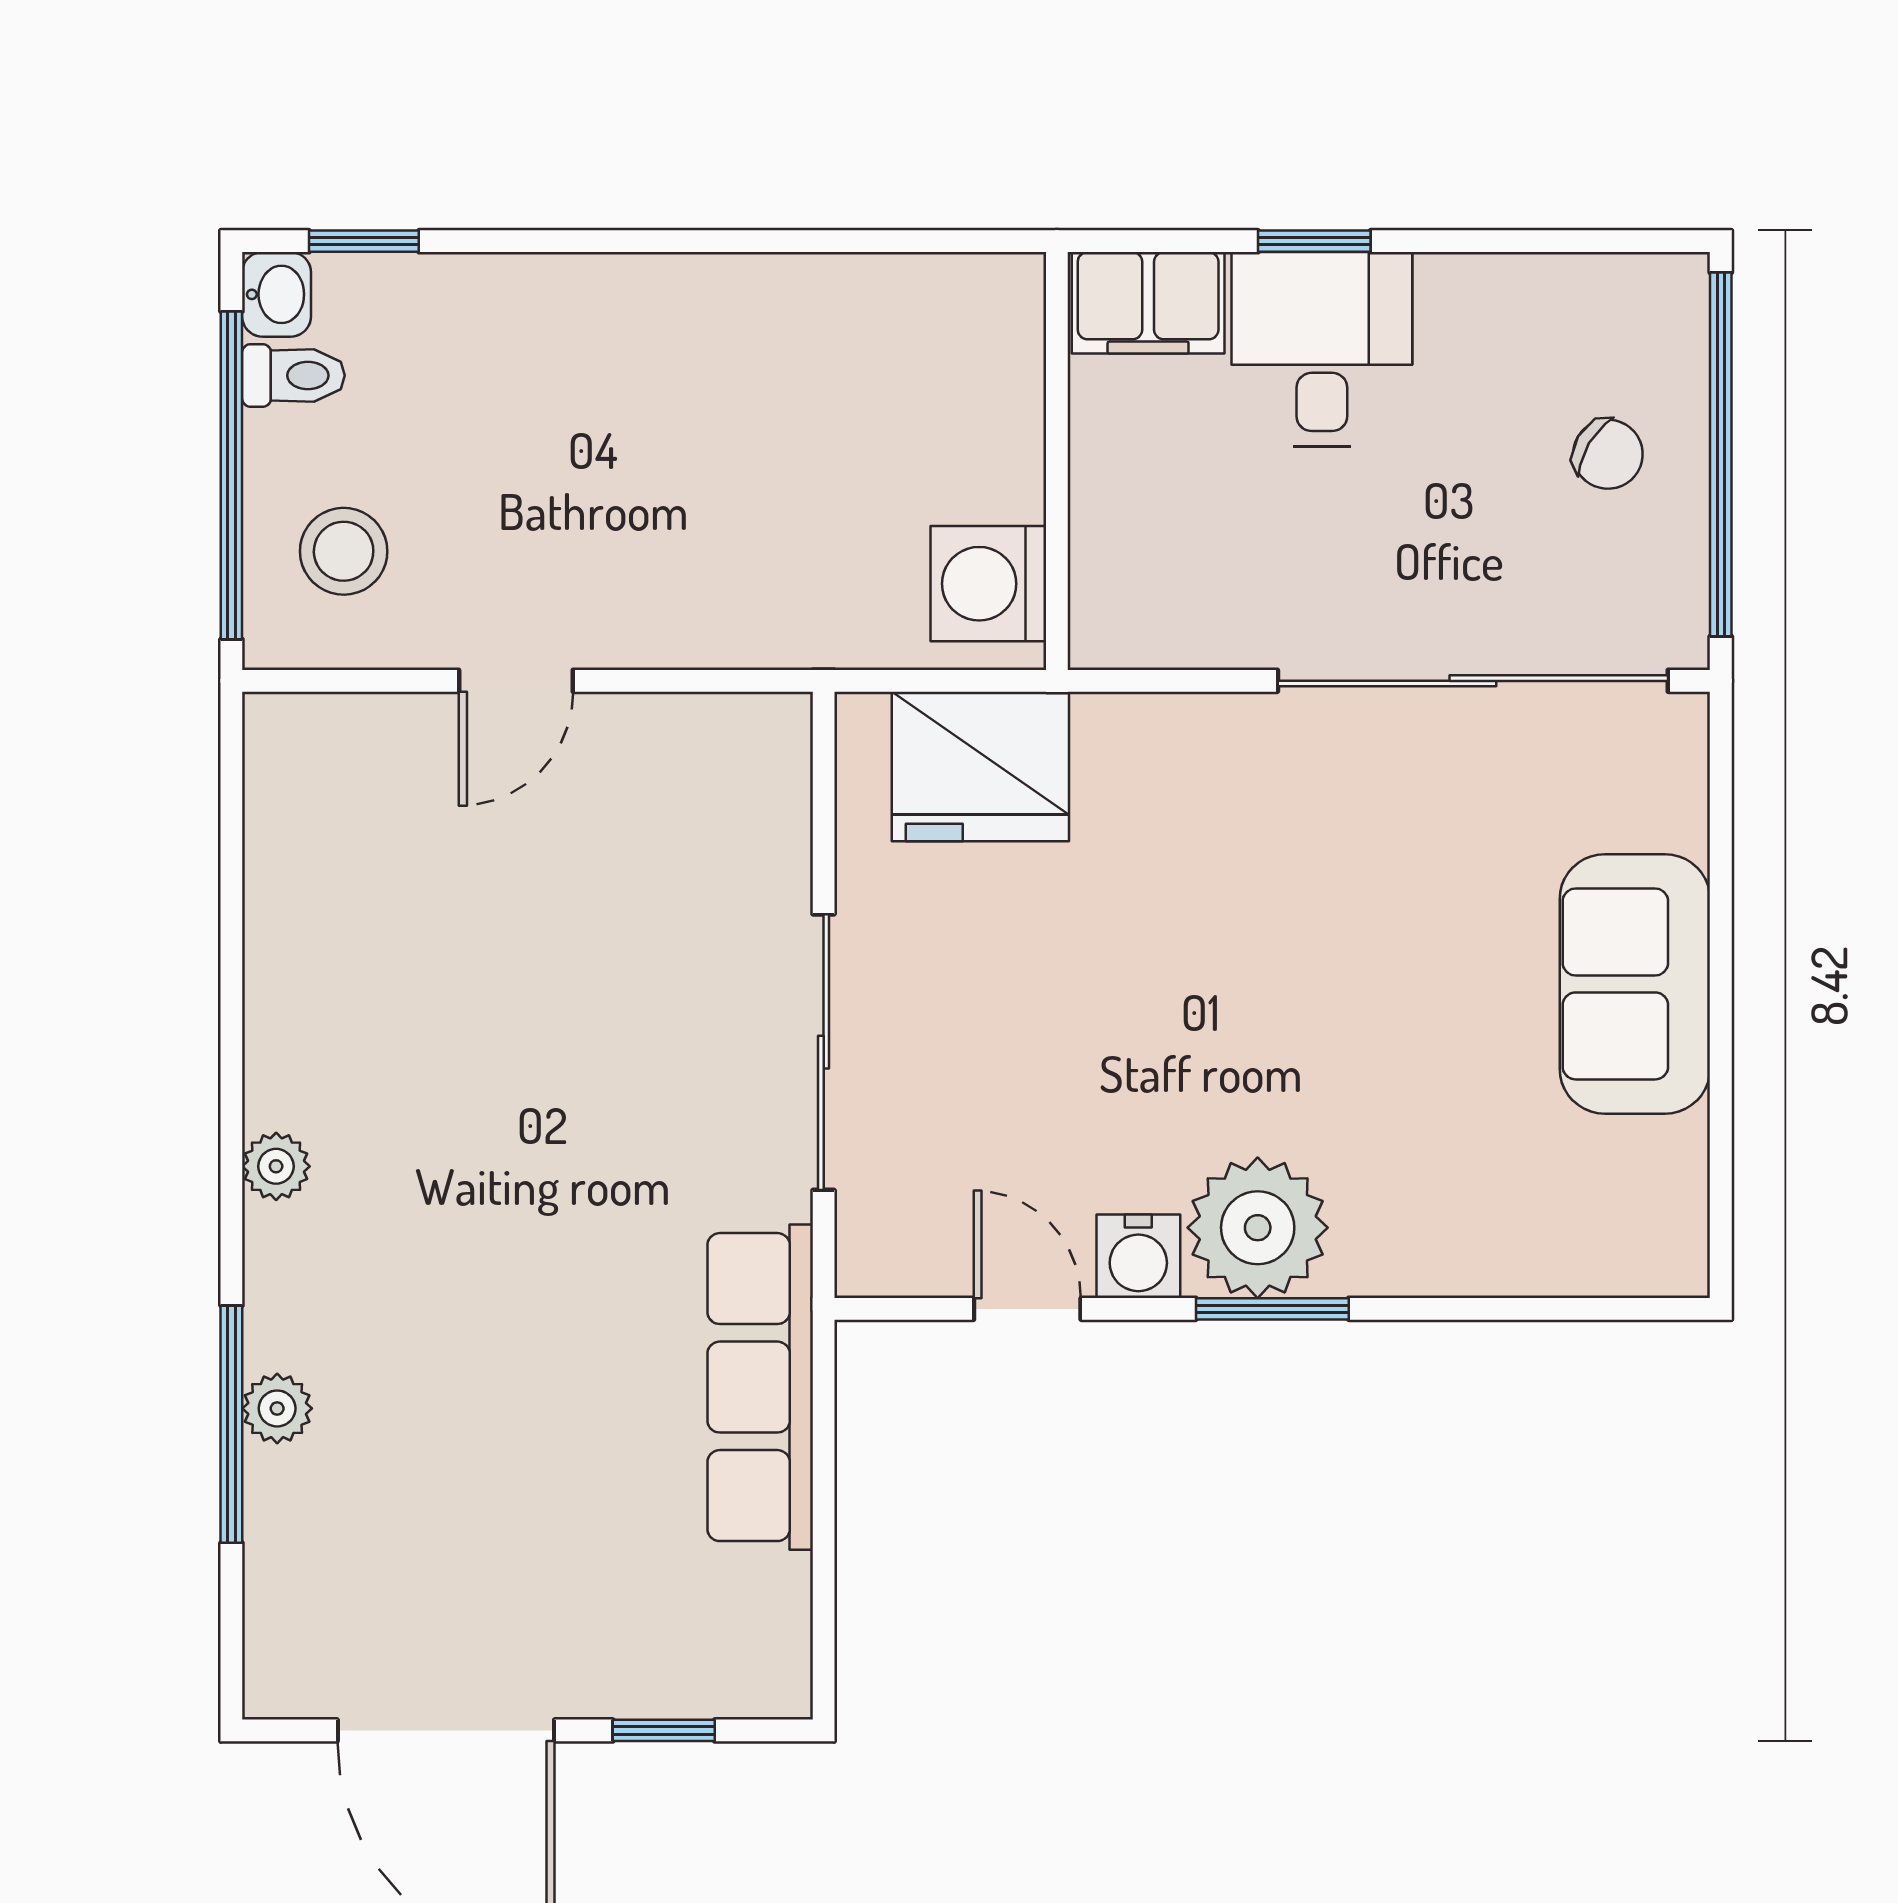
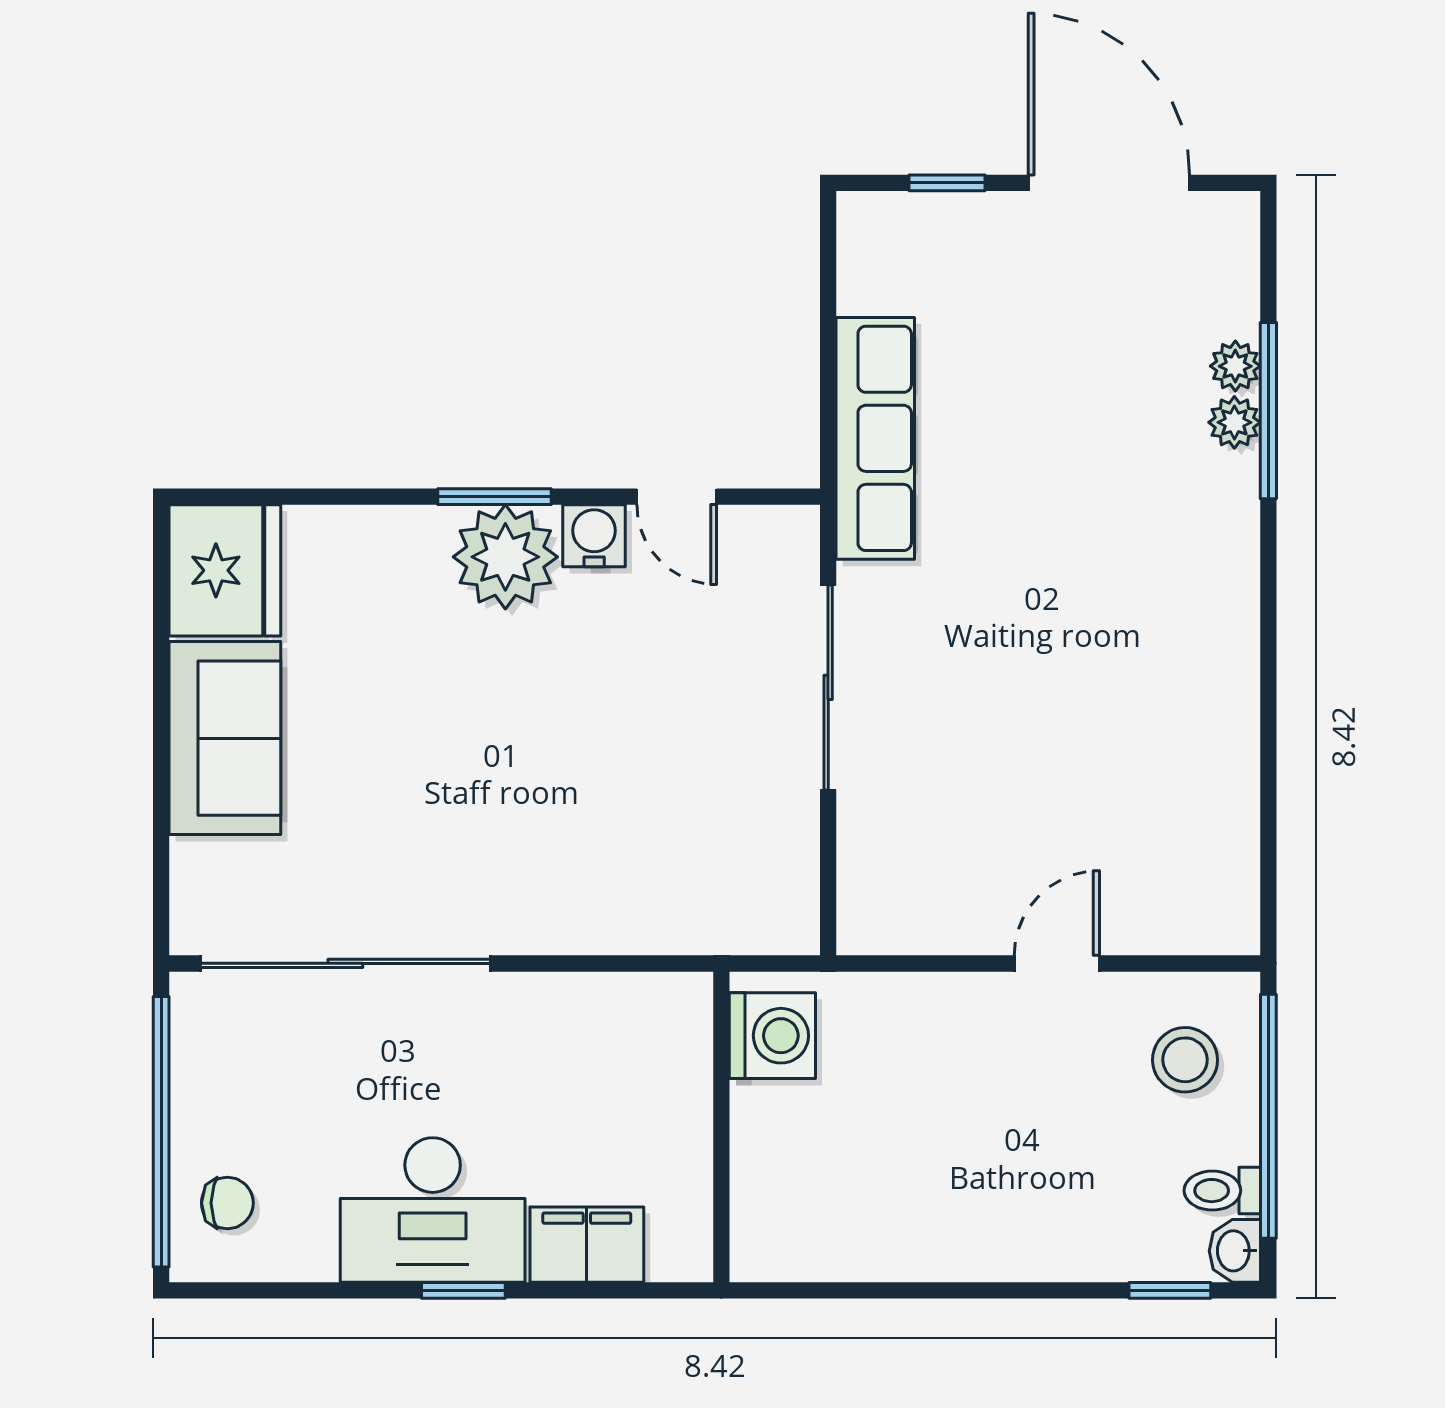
desk: (1322, 349) -> (433, 1210), width x1.37
chair: (1608, 454) -> (227, 1203), moved, turned 149
wall: (1057, 461) -> (721, 1127), moved
washing machine: (988, 584) -> (772, 1036), moved
fridge: (980, 767) -> (225, 570), moved, turned 90
plant: (276, 1166) -> (1235, 366), moved

